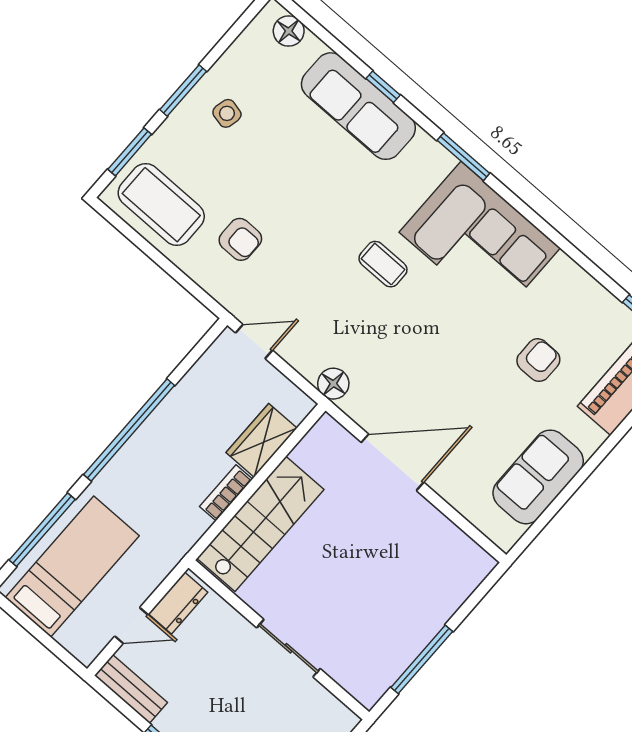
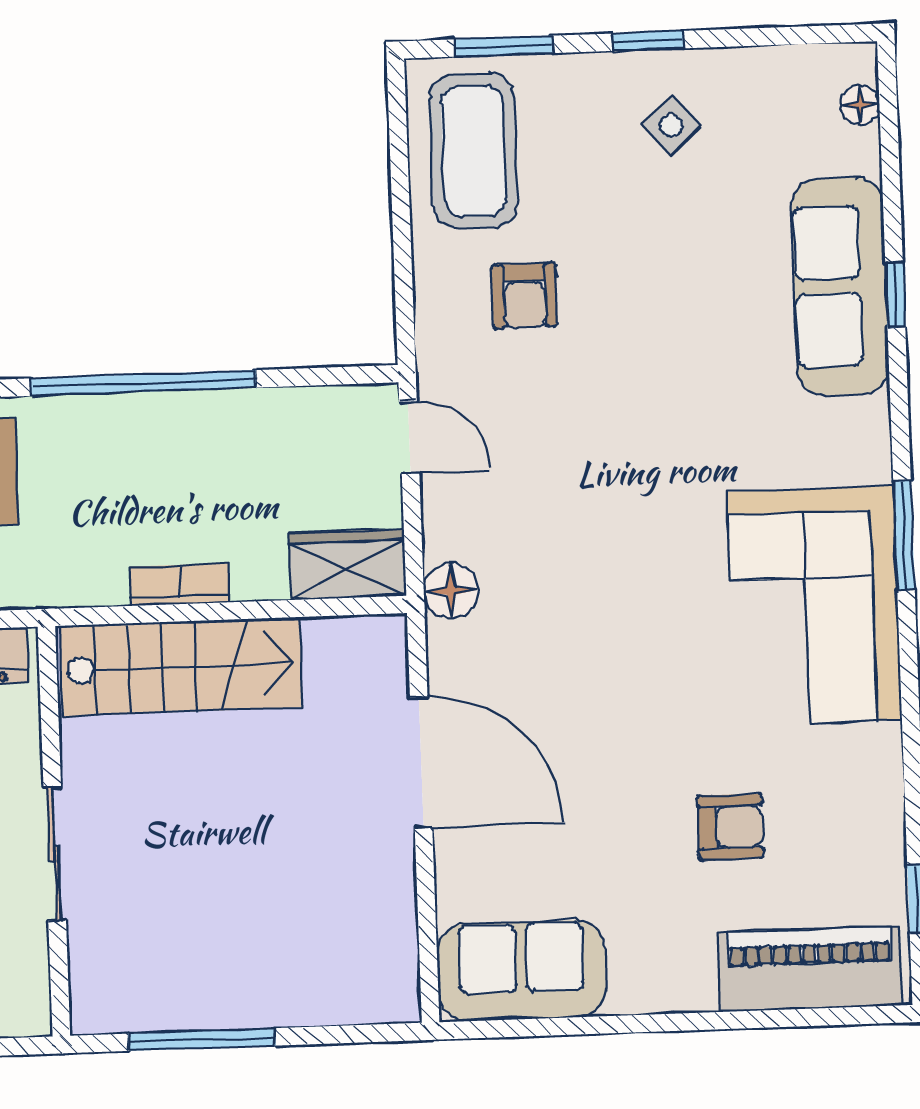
floor lamp: (289, 31) -> (860, 105), width x0.73, depth x0.73
window: (183, 90) -> (648, 41), width x0.67
side table: (227, 113) -> (671, 125), turned 36
window: (463, 157) -> (904, 536), moved
coffee table: (383, 264) -> (666, 510), removed
wardrobe: (261, 440) -> (347, 564), moved
sofa: (538, 477) -> (521, 971), moved

